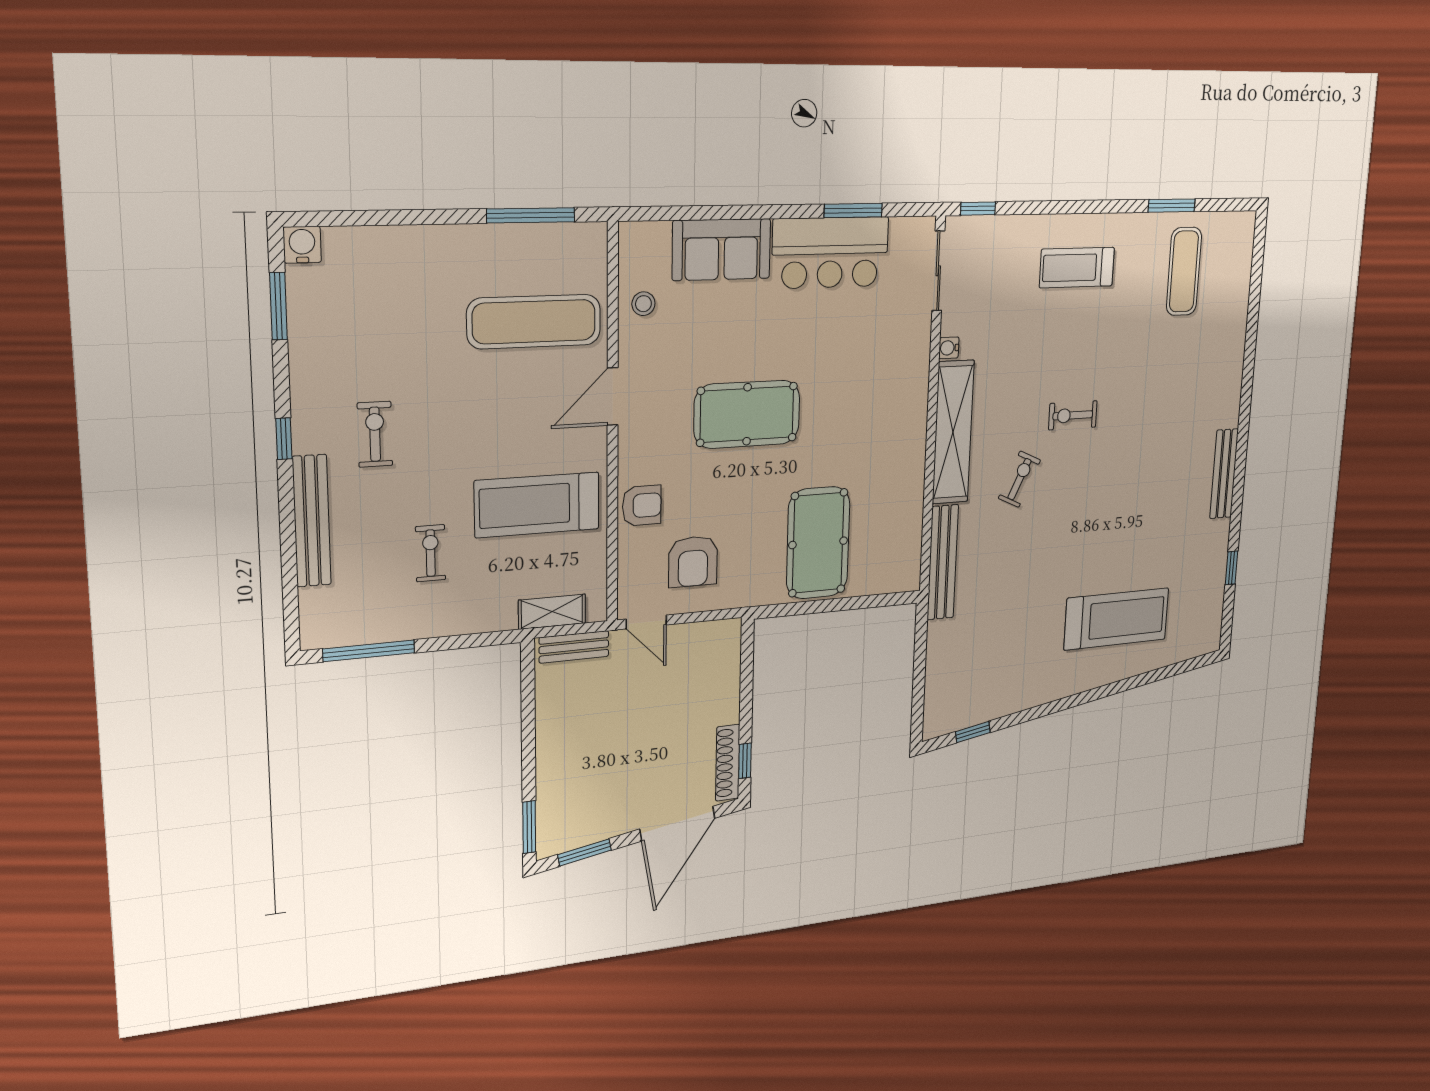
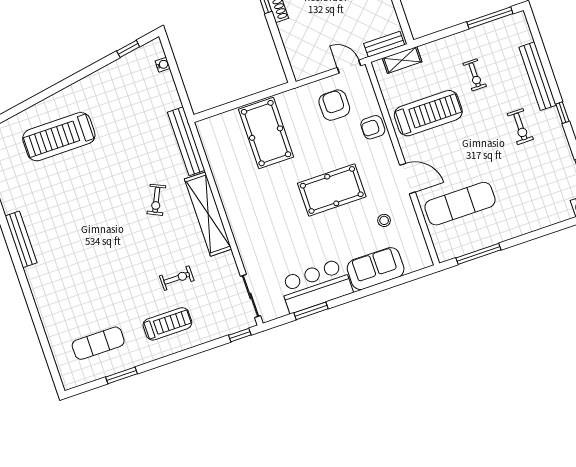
exercise mat: (1184, 271) -> (98, 343), turned 90
stool: (643, 304) -> (384, 220), moved
water cooler: (949, 348) -> (163, 65), moved
door: (613, 396) -> (407, 179), hinge flipped
exercise bike: (1073, 415) -> (177, 278), moved

